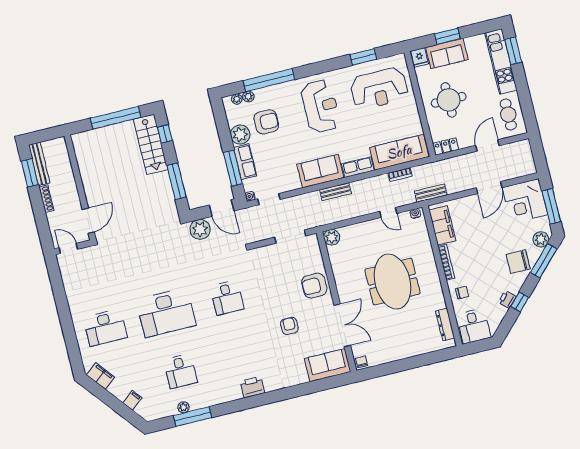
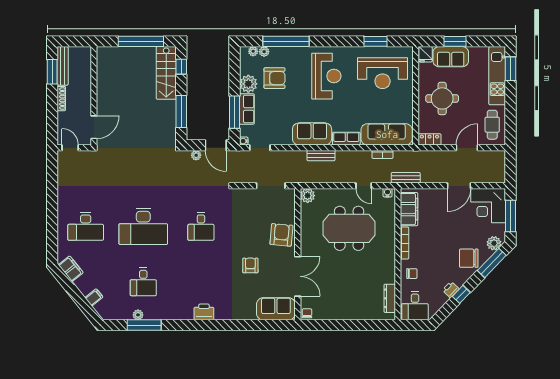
plant: (200, 229) -> (196, 155), width x0.53, depth x0.53
meeting table: (392, 282) -> (349, 228), moved, turned 90
armchair: (314, 286) -> (281, 235), turned 95

